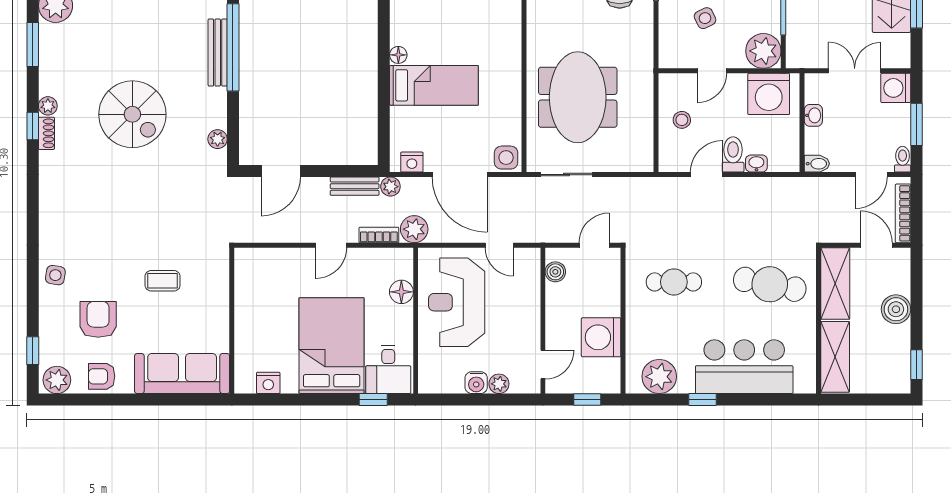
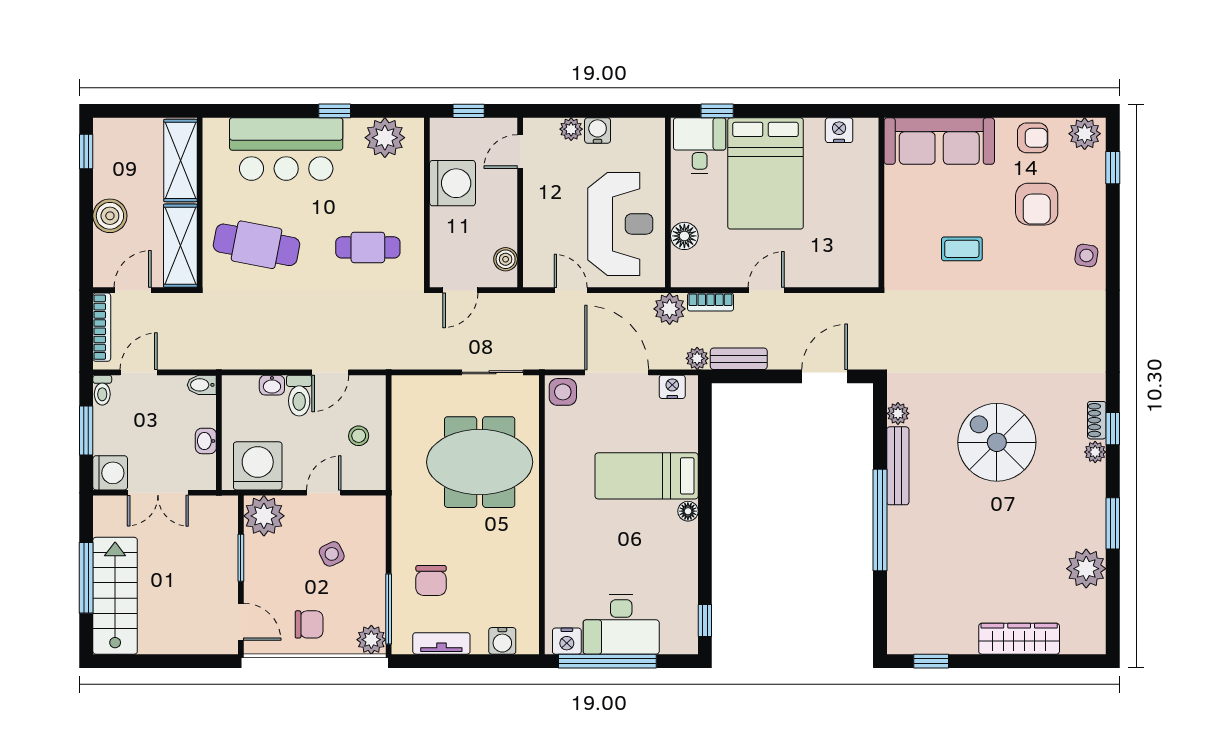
bench: (218, 53) -> (898, 466), moved
meeting table: (578, 97) -> (480, 462), turned 90
door: (876, 245) -> (133, 290), swing flipped

